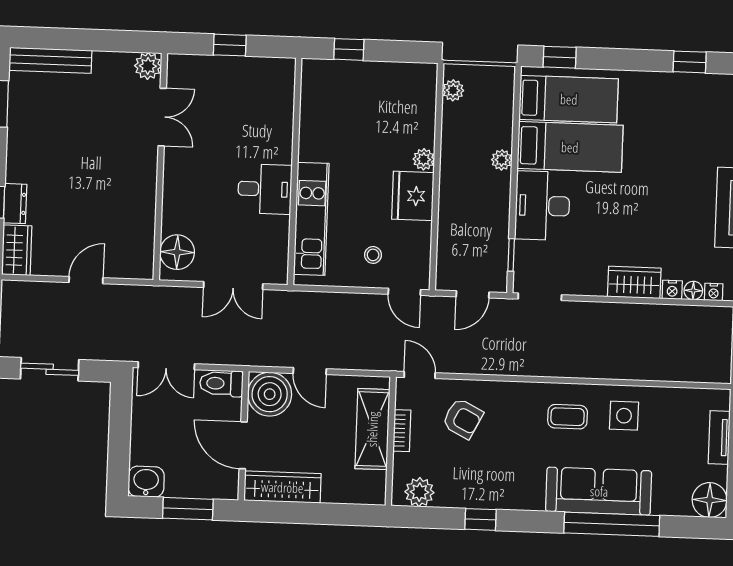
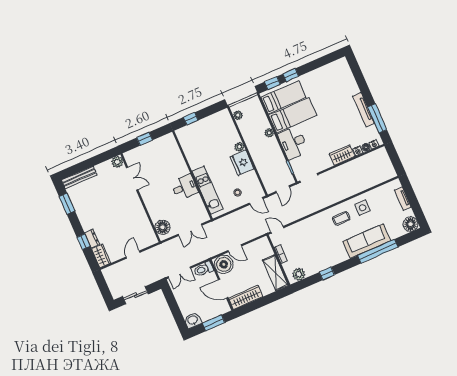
window: (690, 62) -> (291, 75), moved
armchair: (463, 418) -> (302, 238), removed
shelving: (372, 429) -> (275, 273), moved

